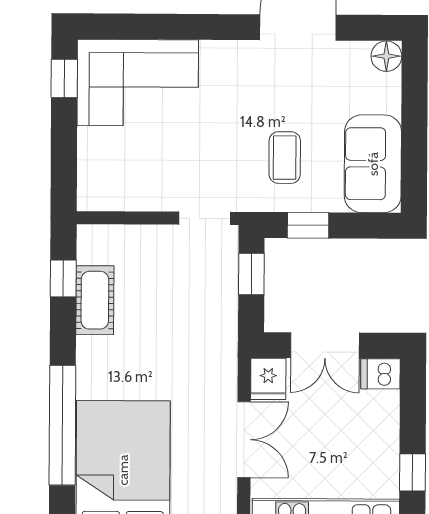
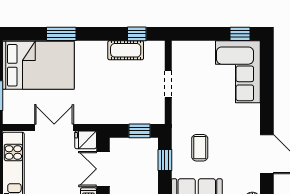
coffee table: (285, 158) -> (200, 148), turned 90
doorway: (205, 218) -> (168, 84), moved
window: (62, 425) -> (61, 34), width x0.47
double door: (244, 440) -> (54, 128), swing flipped

